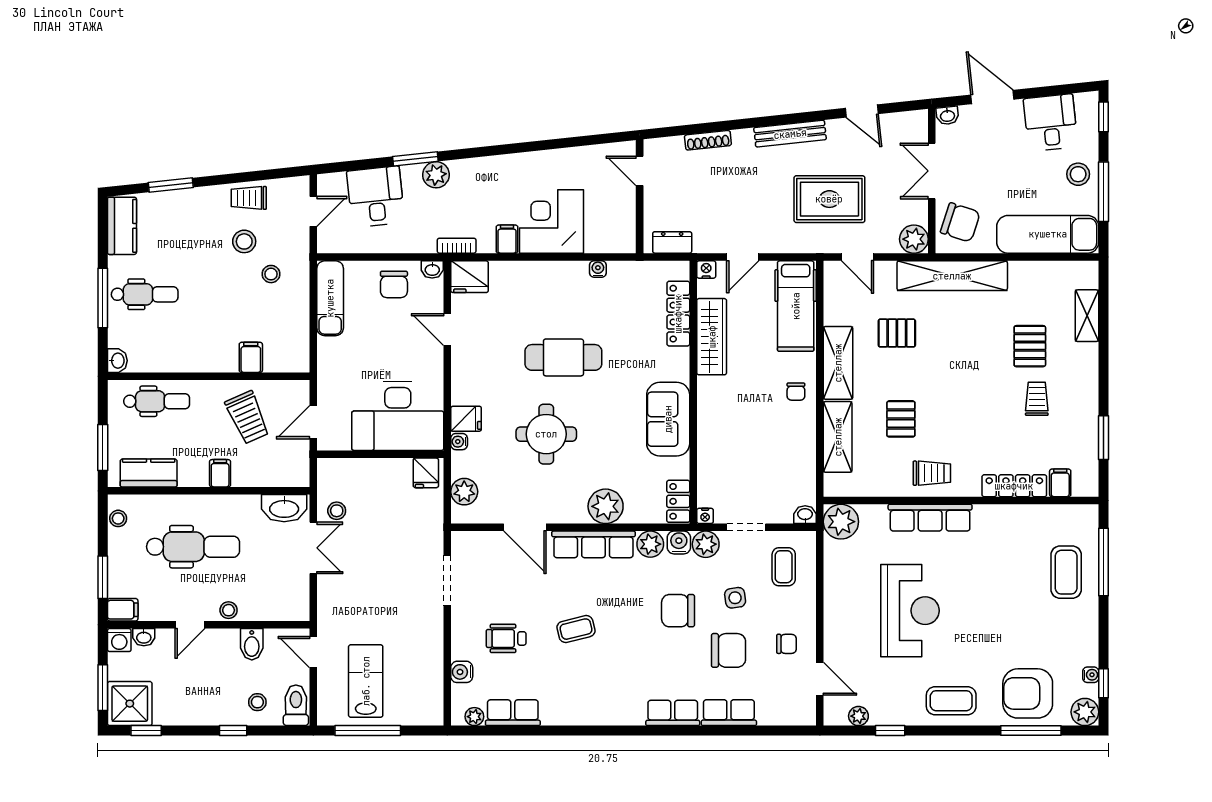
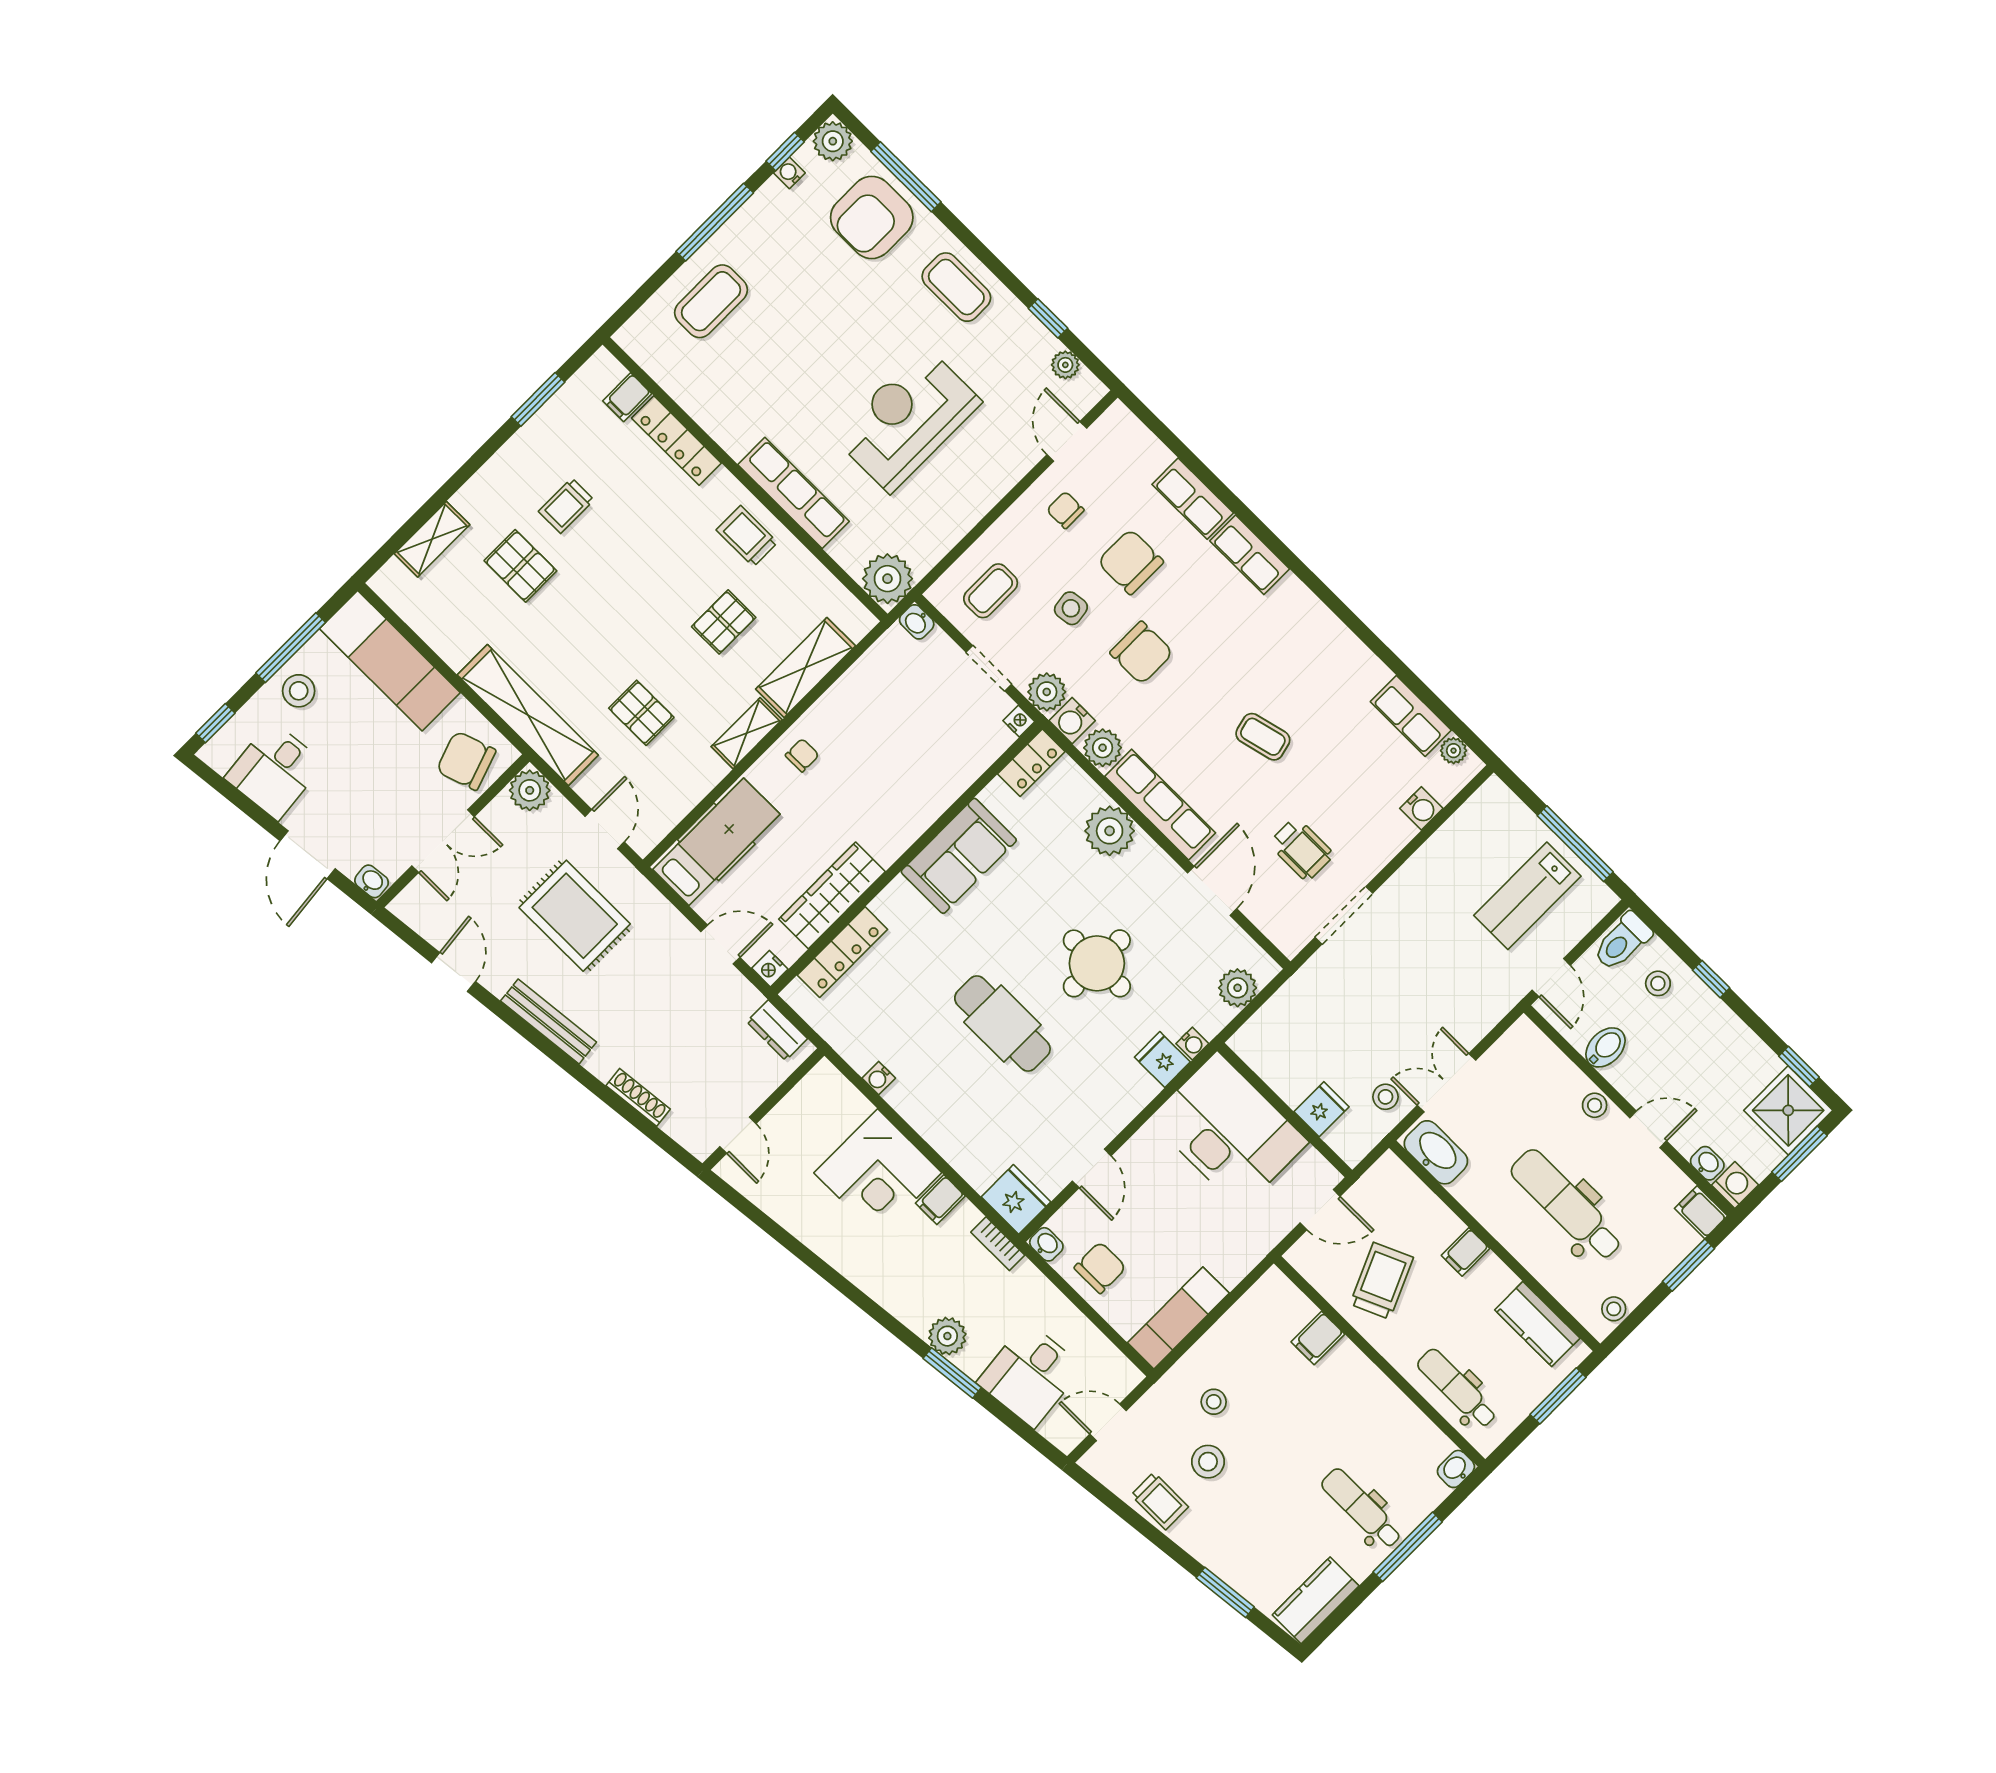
chair: (960, 222) -> (466, 761), turned -37
pallet: (1030, 346) -> (520, 566), turned 90
shelving: (838, 363) -> (747, 733), width x0.67, depth x0.75
fridge: (426, 473) -> (1321, 1109), moved
window: (1103, 562) -> (715, 222), moved
wheelchair: (506, 638) -> (1301, 849), moved
armchair: (1028, 693) -> (872, 217), turned 90

